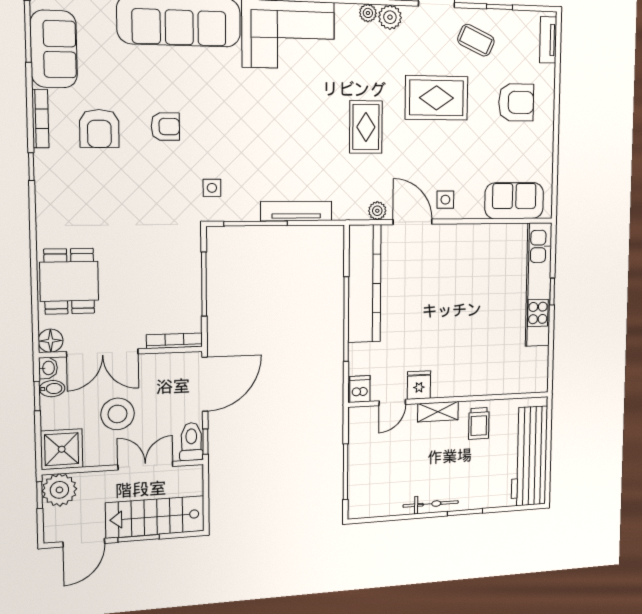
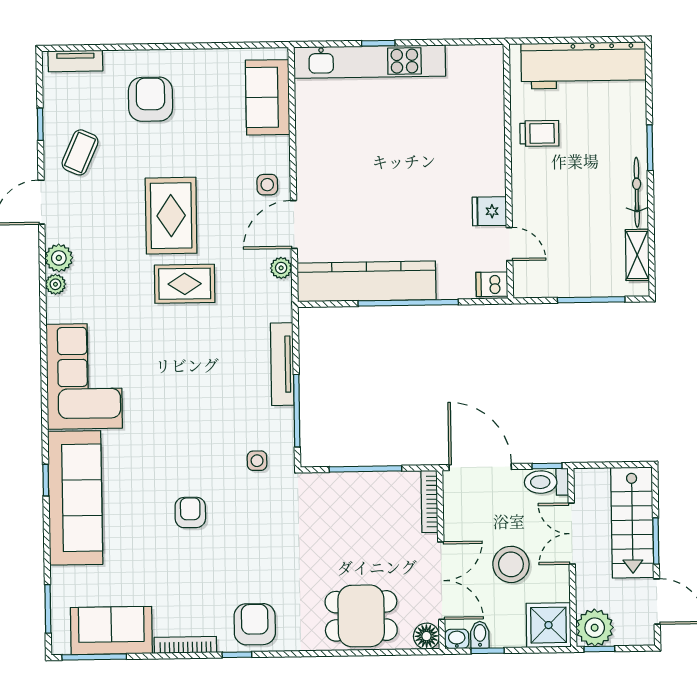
rug: (437, 98) -> (171, 216), moved
armchair: (99, 129) -> (255, 624), moved, turned -90
shelving: (438, 412) -> (637, 255), moved

